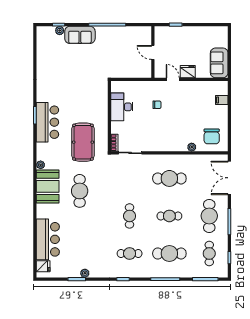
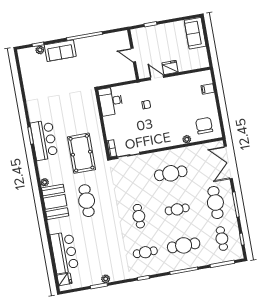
sofa: (219, 63) -> (195, 33), moved
desk: (122, 107) -> (111, 101), moved
chair: (212, 136) -> (204, 126), turned 180

